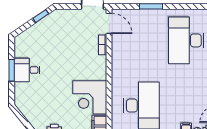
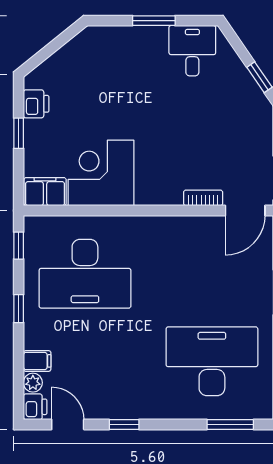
desk: (27, 70) -> (192, 51), moved

